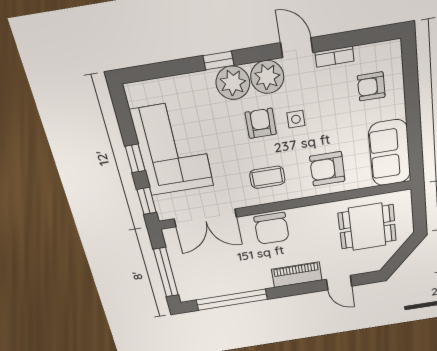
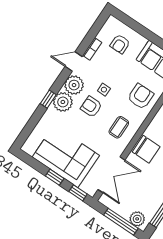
armchair: (327, 169) -> (141, 96), turned 180
plant: (187, 285) -> (137, 219), added

